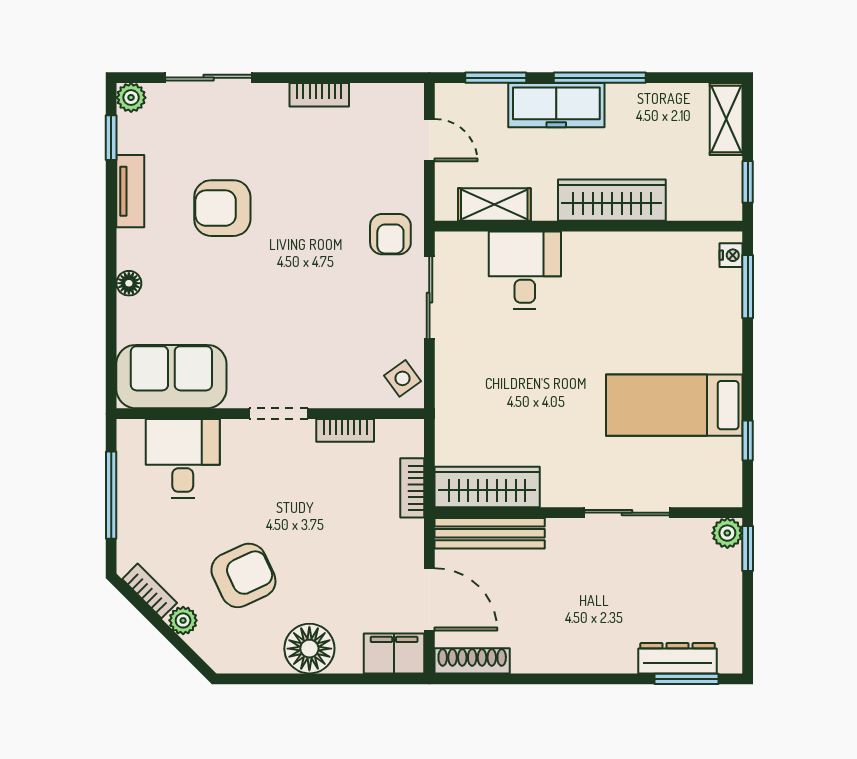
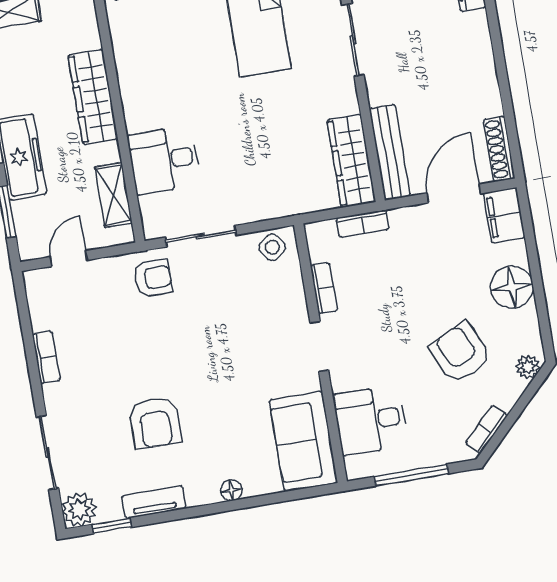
plant: (131, 98) -> (79, 509), width x1.38, depth x1.38
plant: (183, 620) -> (528, 367), moved

